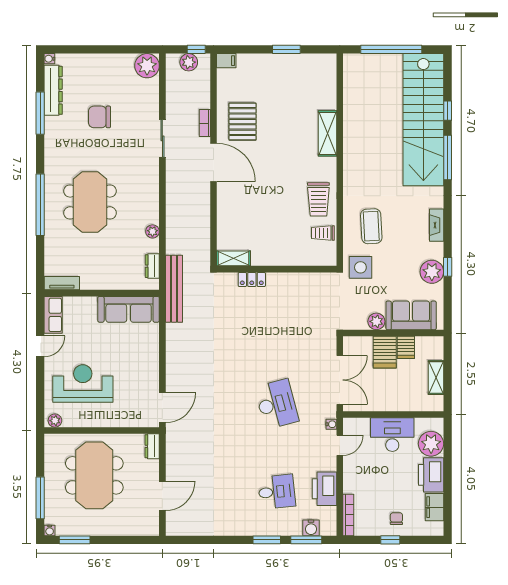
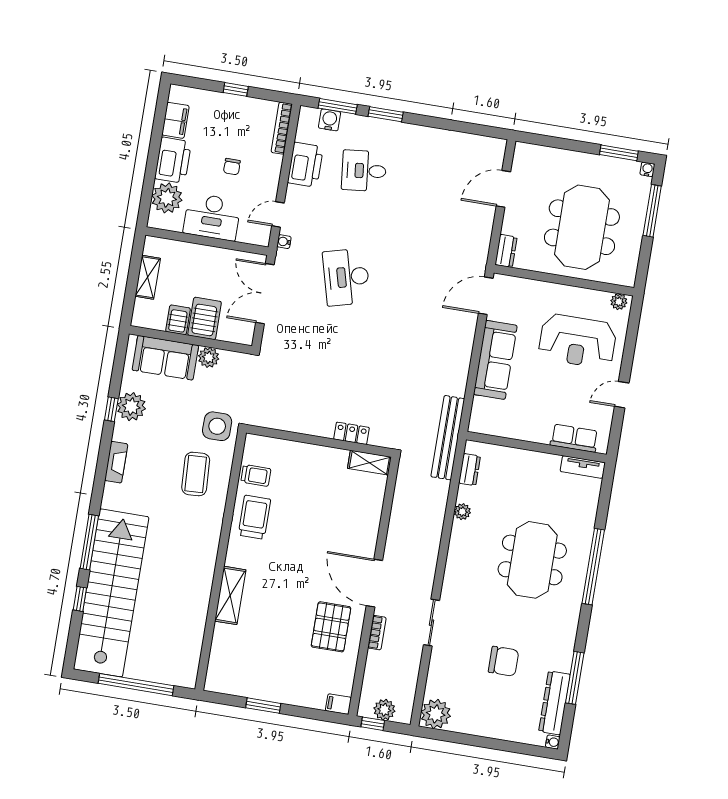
sofa: (129, 309) -> (495, 360), moved, turned 90
row of seats: (53, 315) -> (574, 438), moved, turned 90
chair: (396, 519) -> (232, 167), moved

